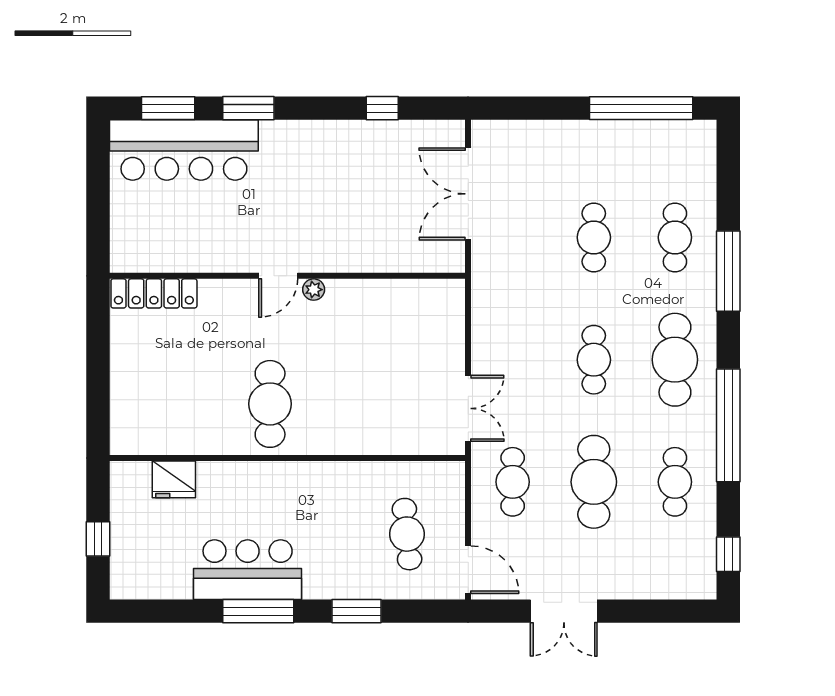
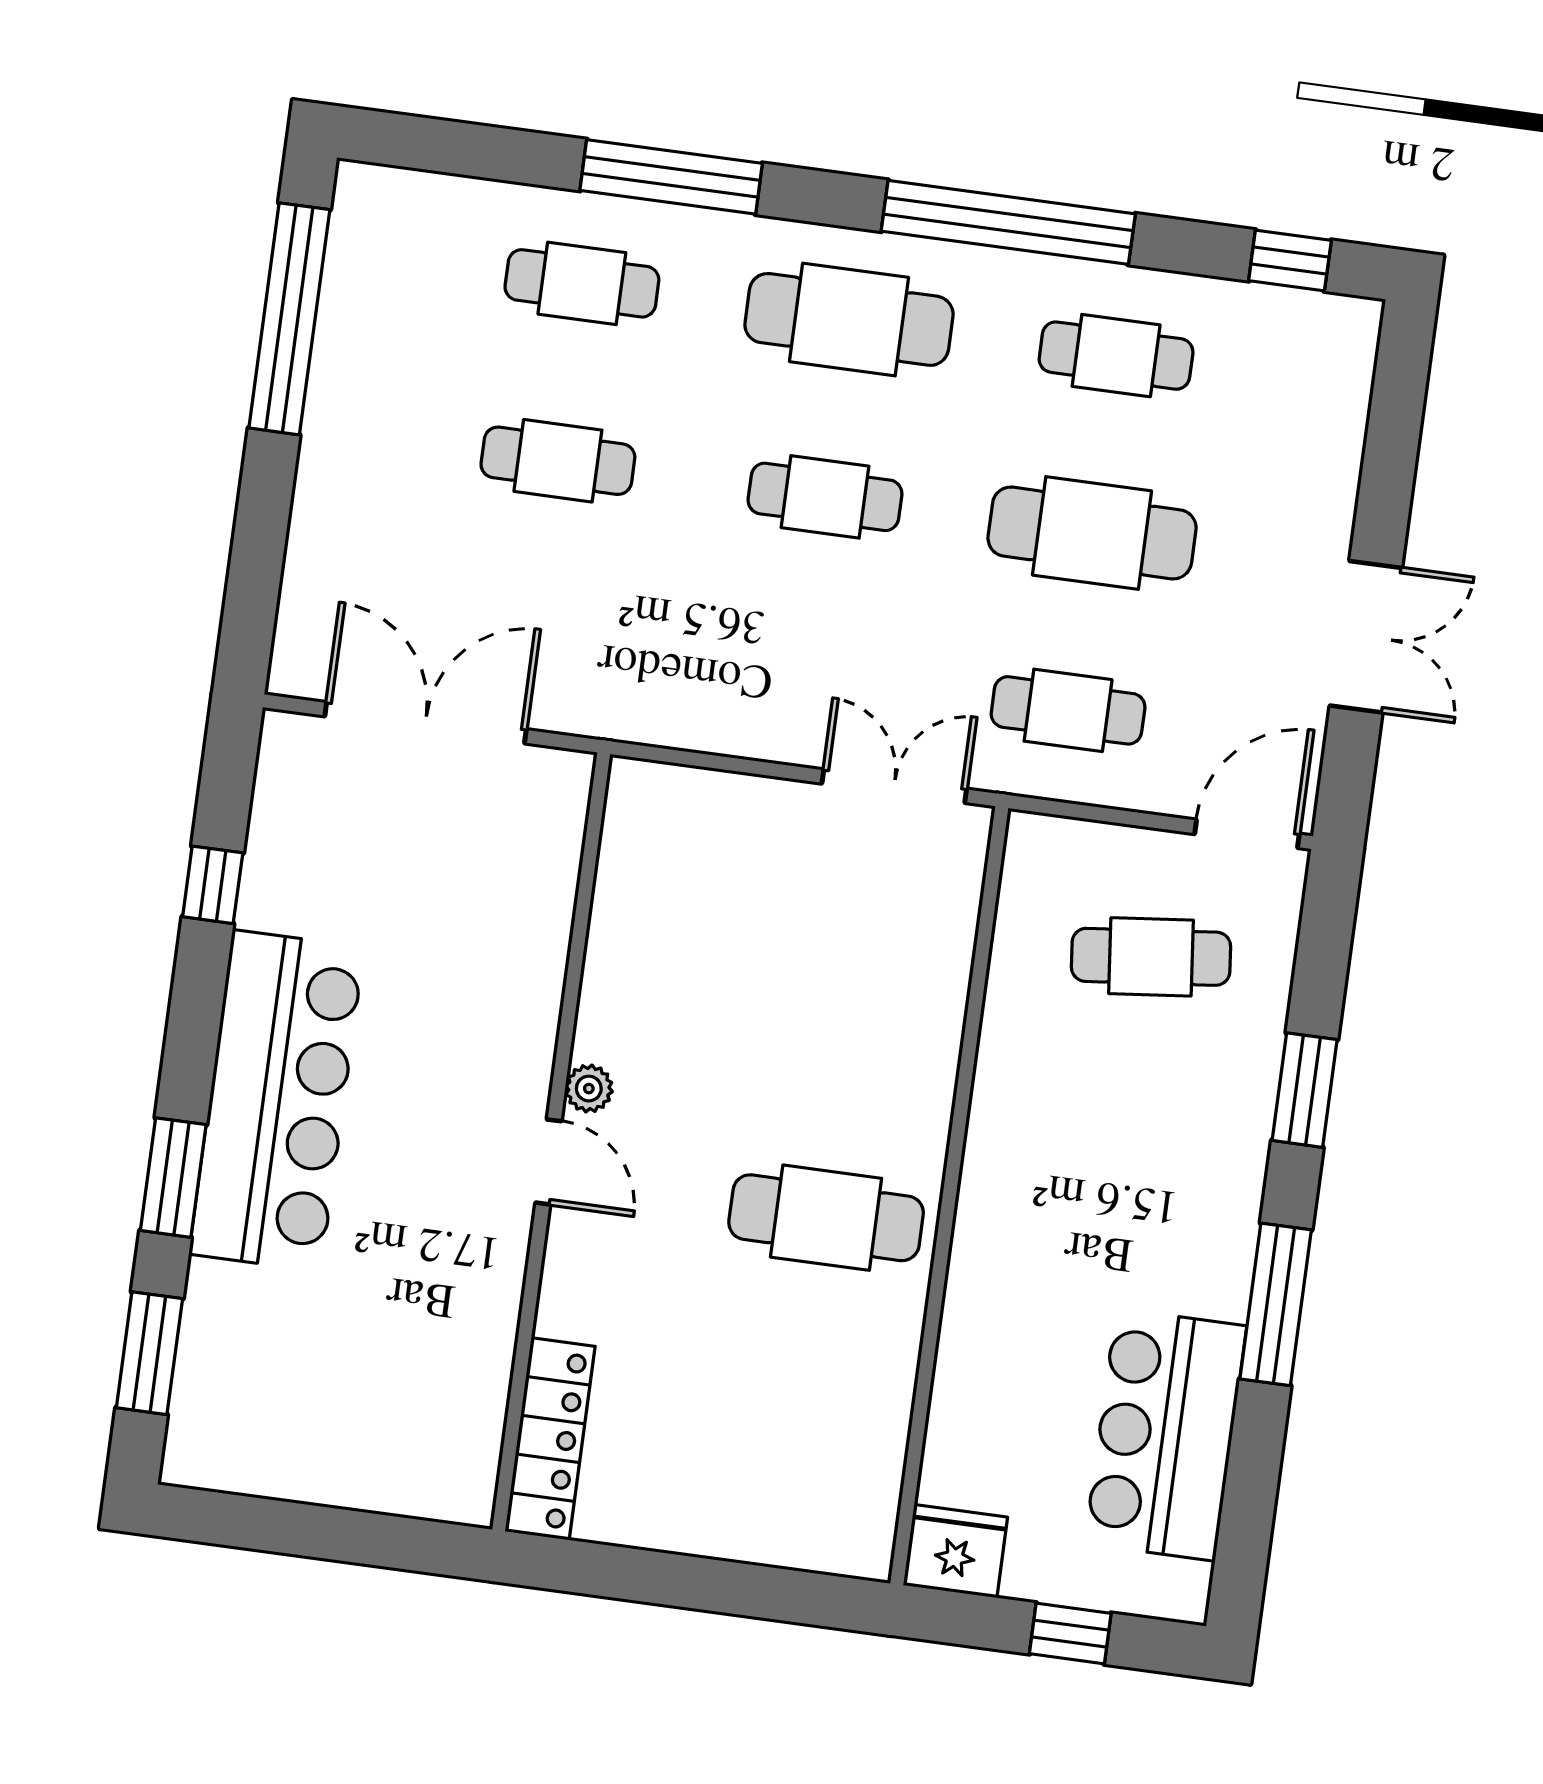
bar counter: (184, 150) -> (277, 1101), moved
double door: (468, 194) -> (426, 723), swing flipped
fridge: (174, 479) -> (955, 1551), moved, turned -90
bar counter: (248, 570) -> (1166, 1435), moved

